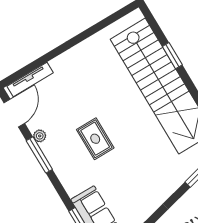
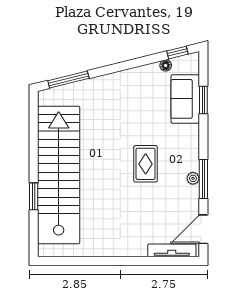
plant: (40, 136) -> (193, 178), moved

